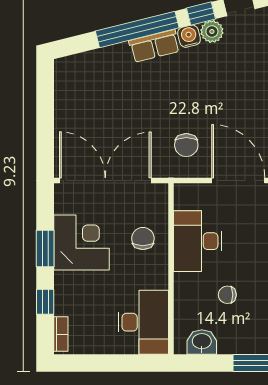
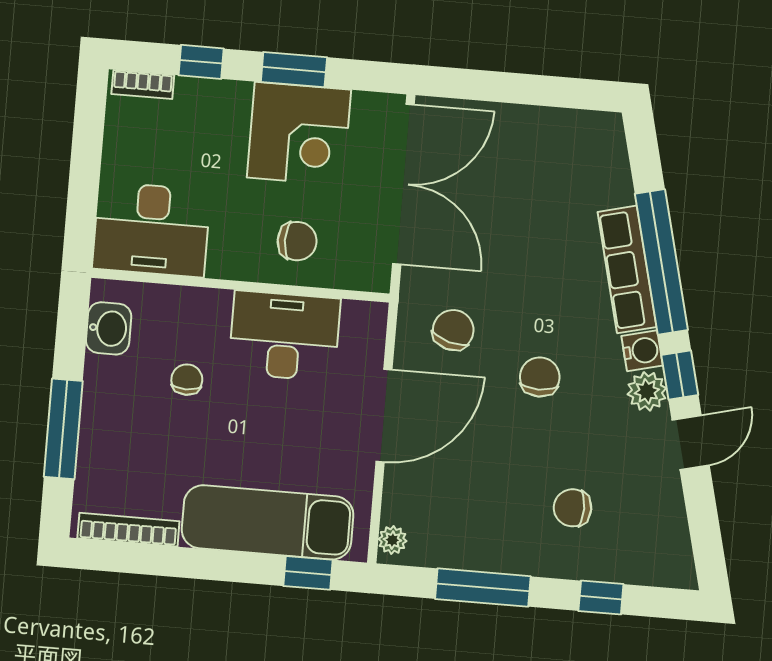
row of seats: (154, 46) -> (627, 269), width x1.48
chair: (209, 93) -> (540, 377), added
chair: (186, 145) -> (453, 330), turned 106

